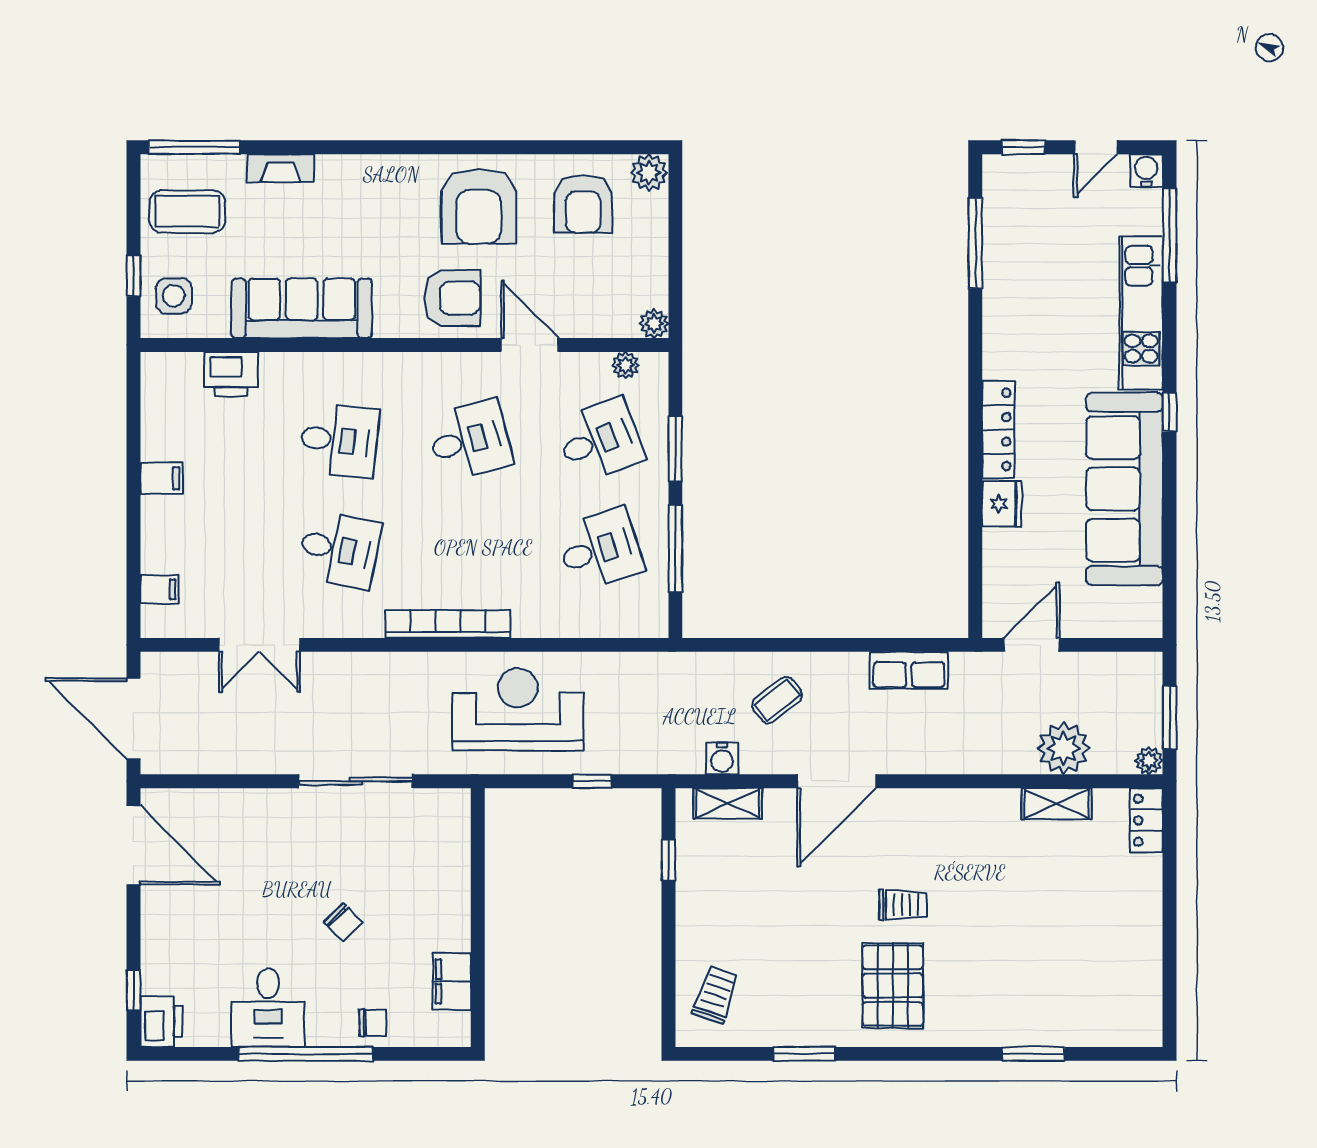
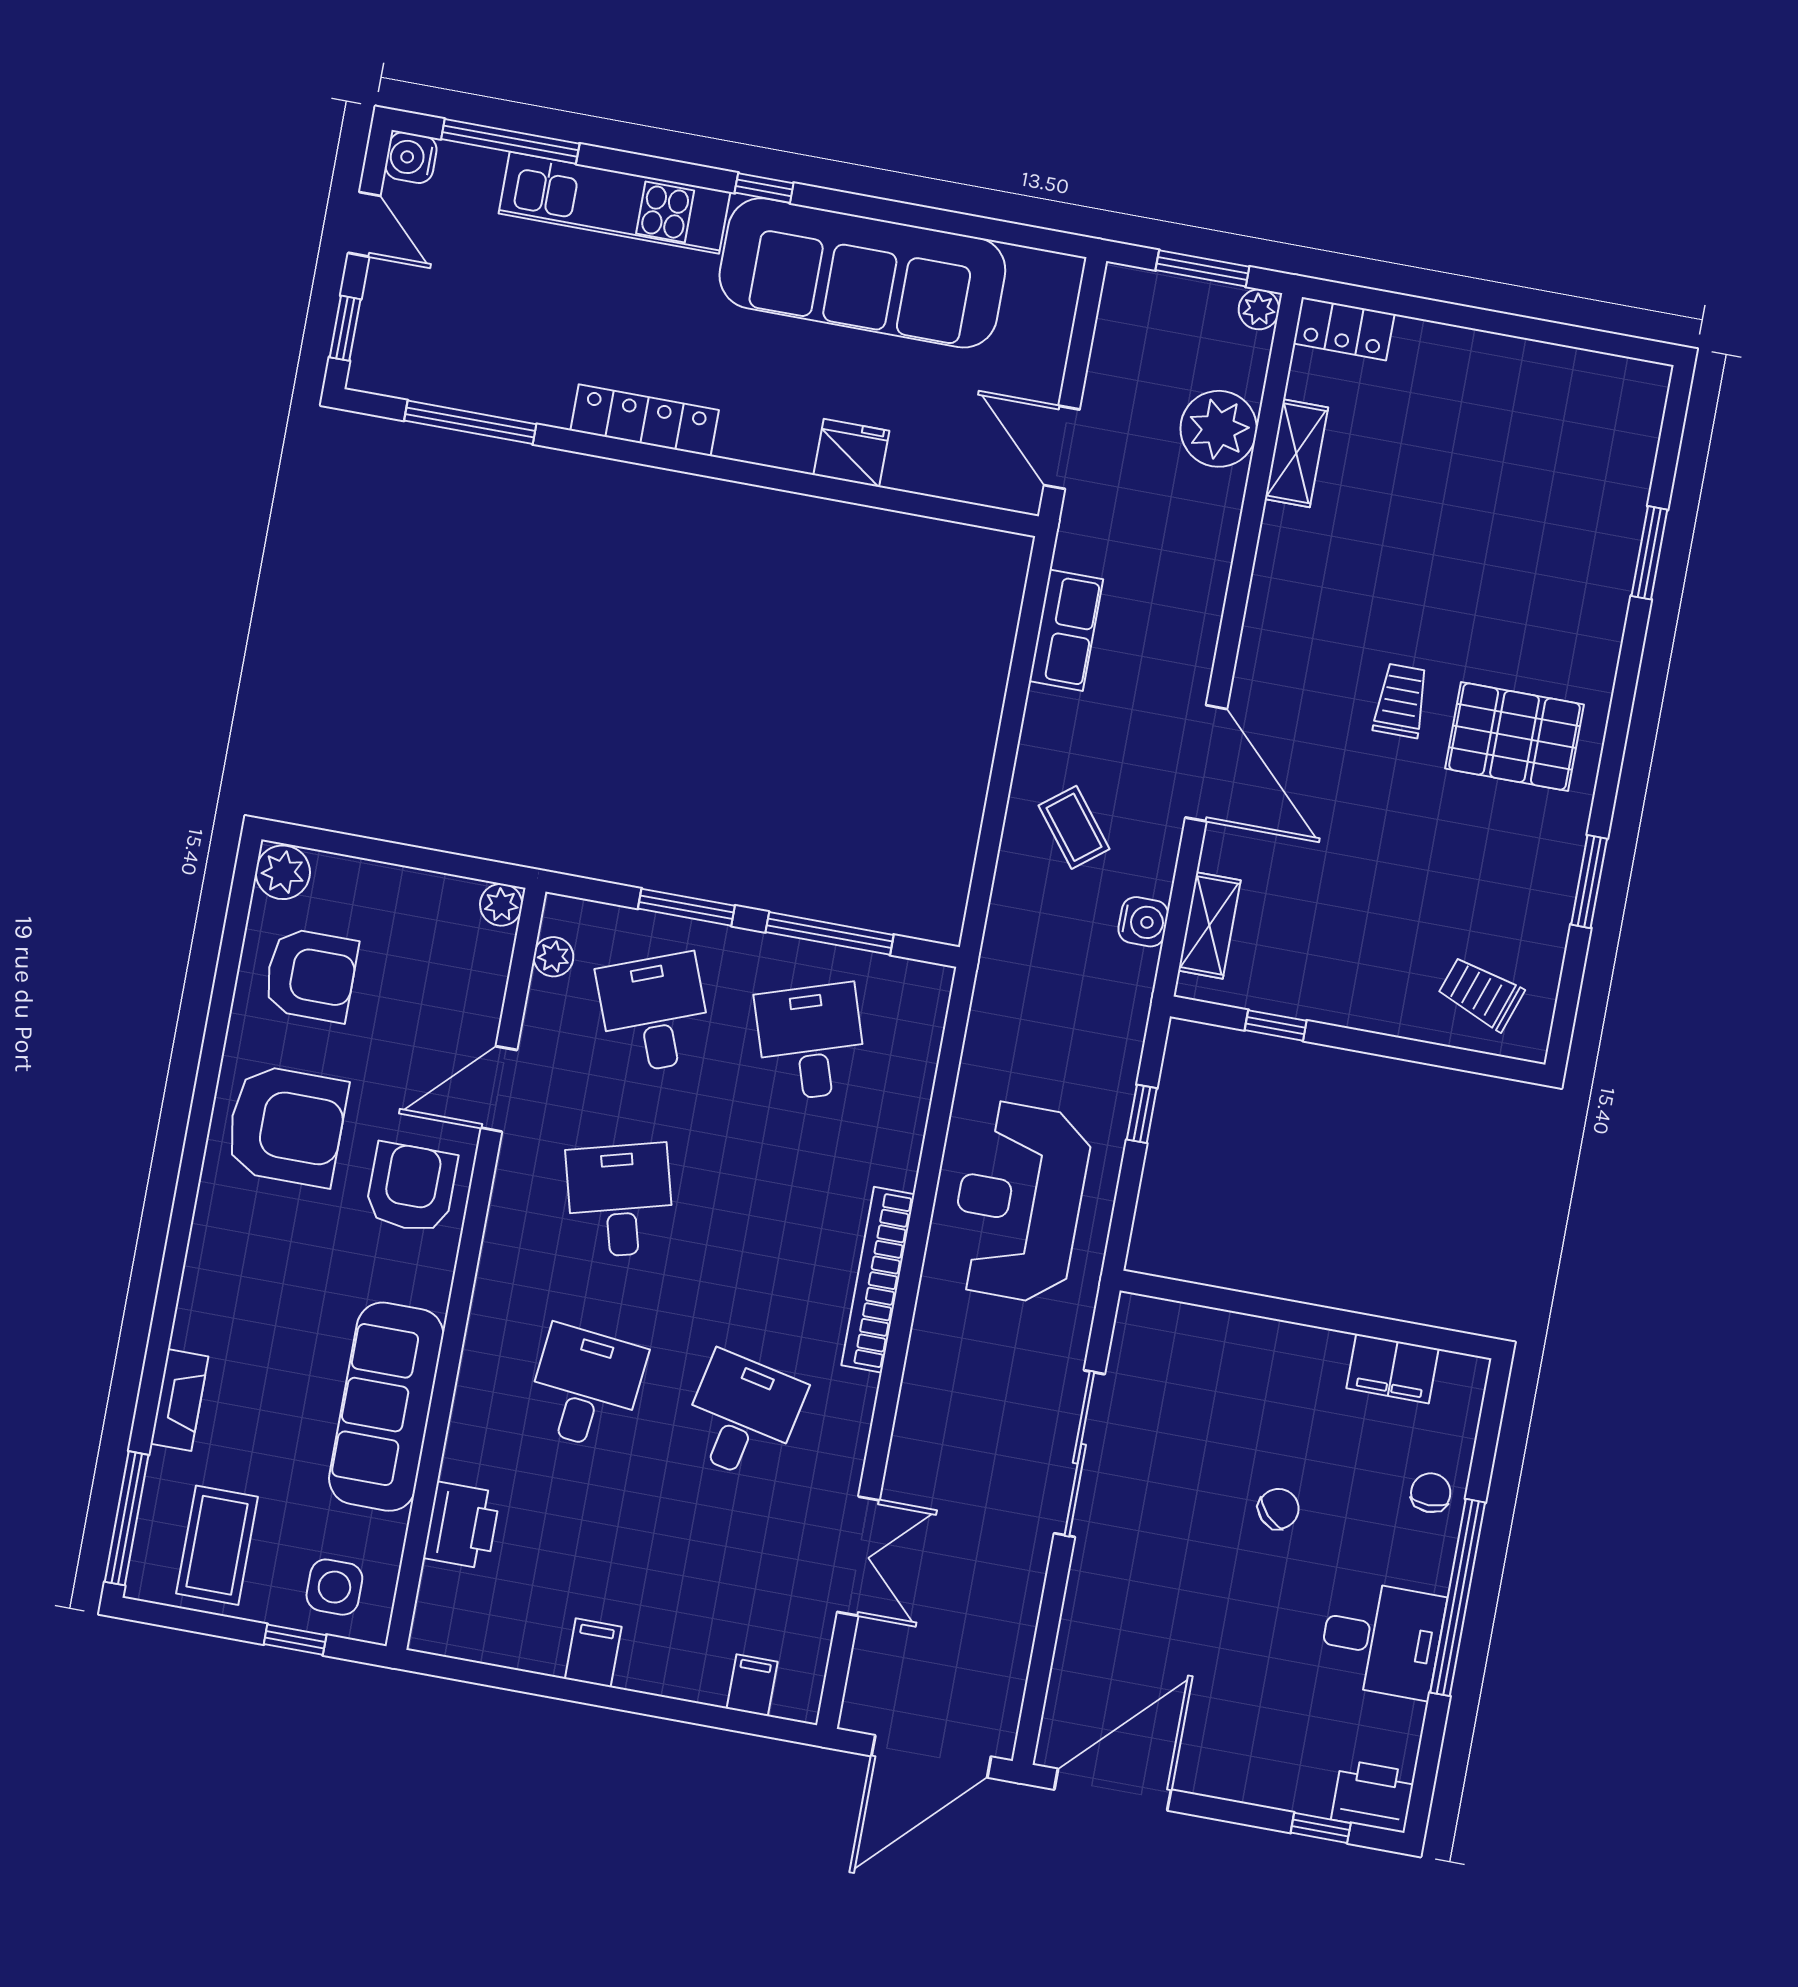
locker: (998, 429) -> (645, 420), moved

